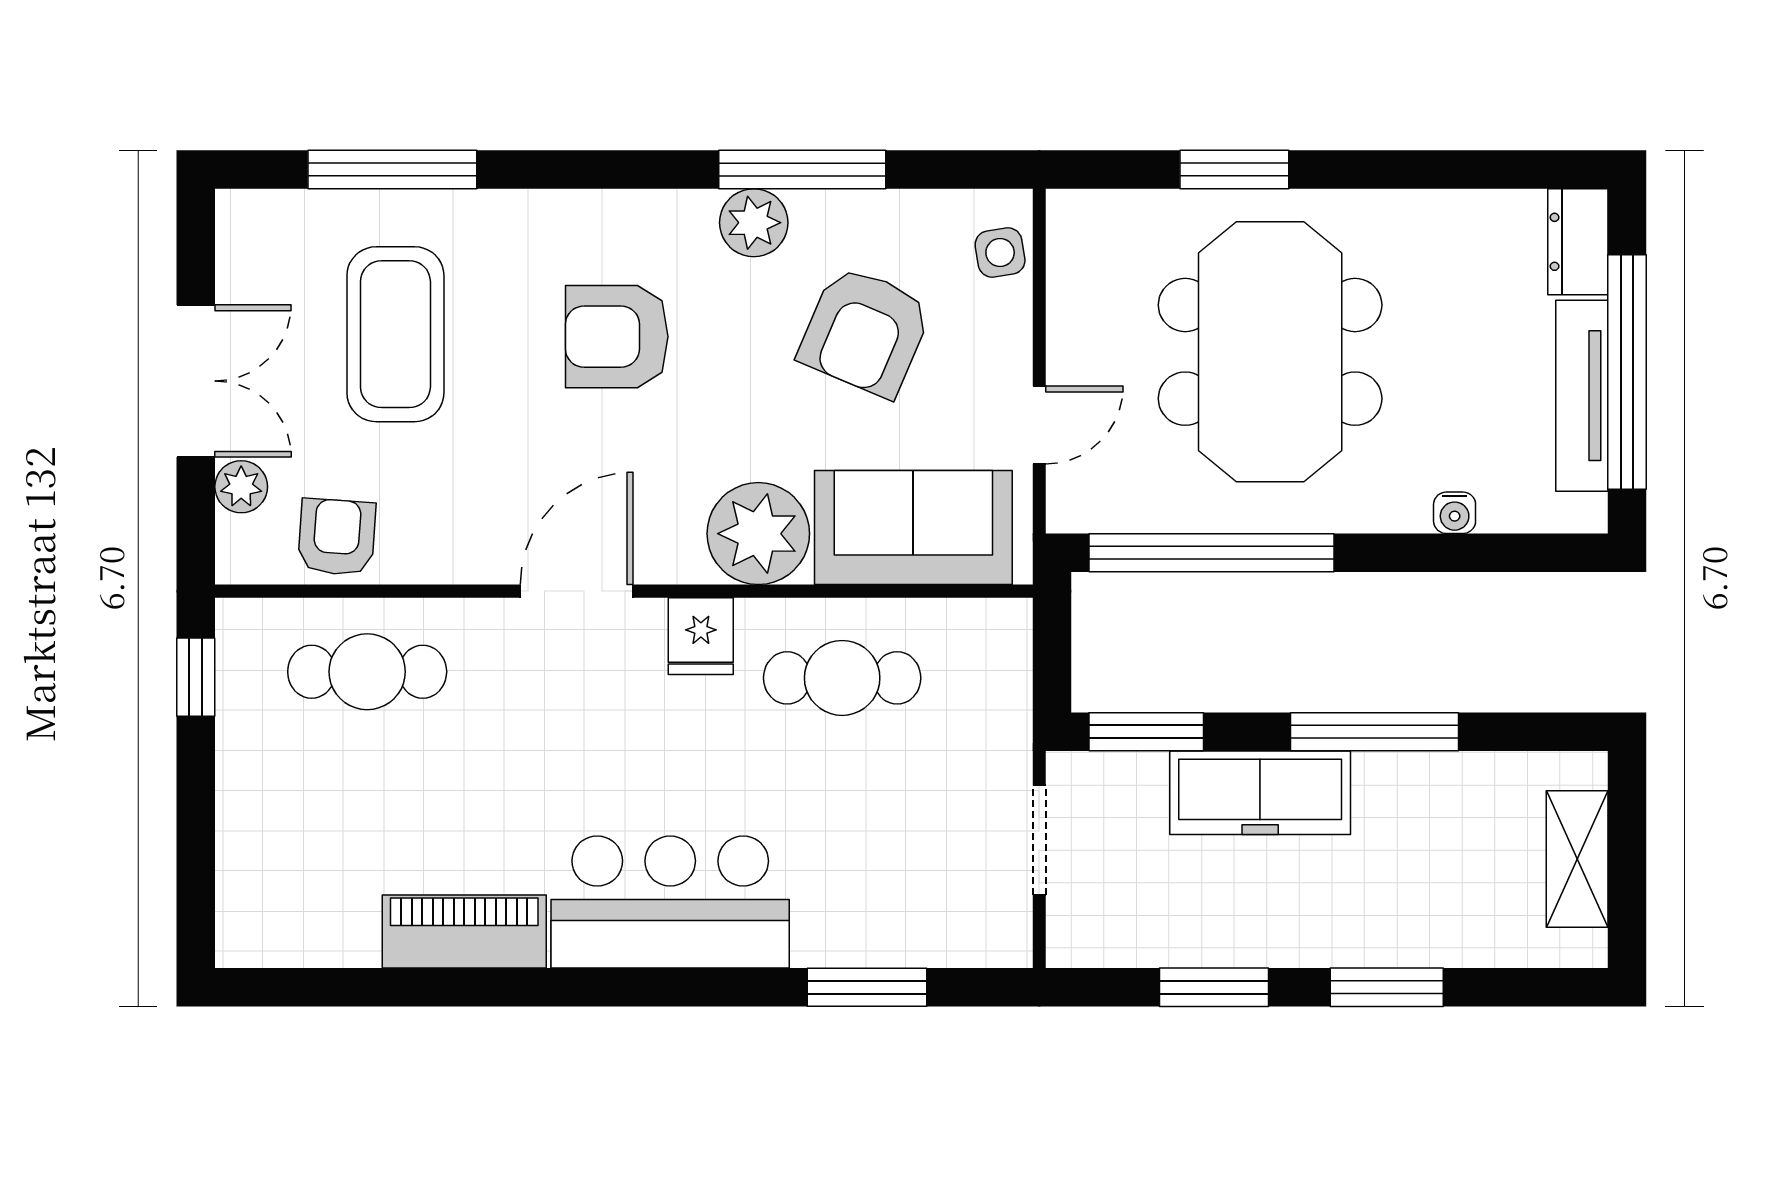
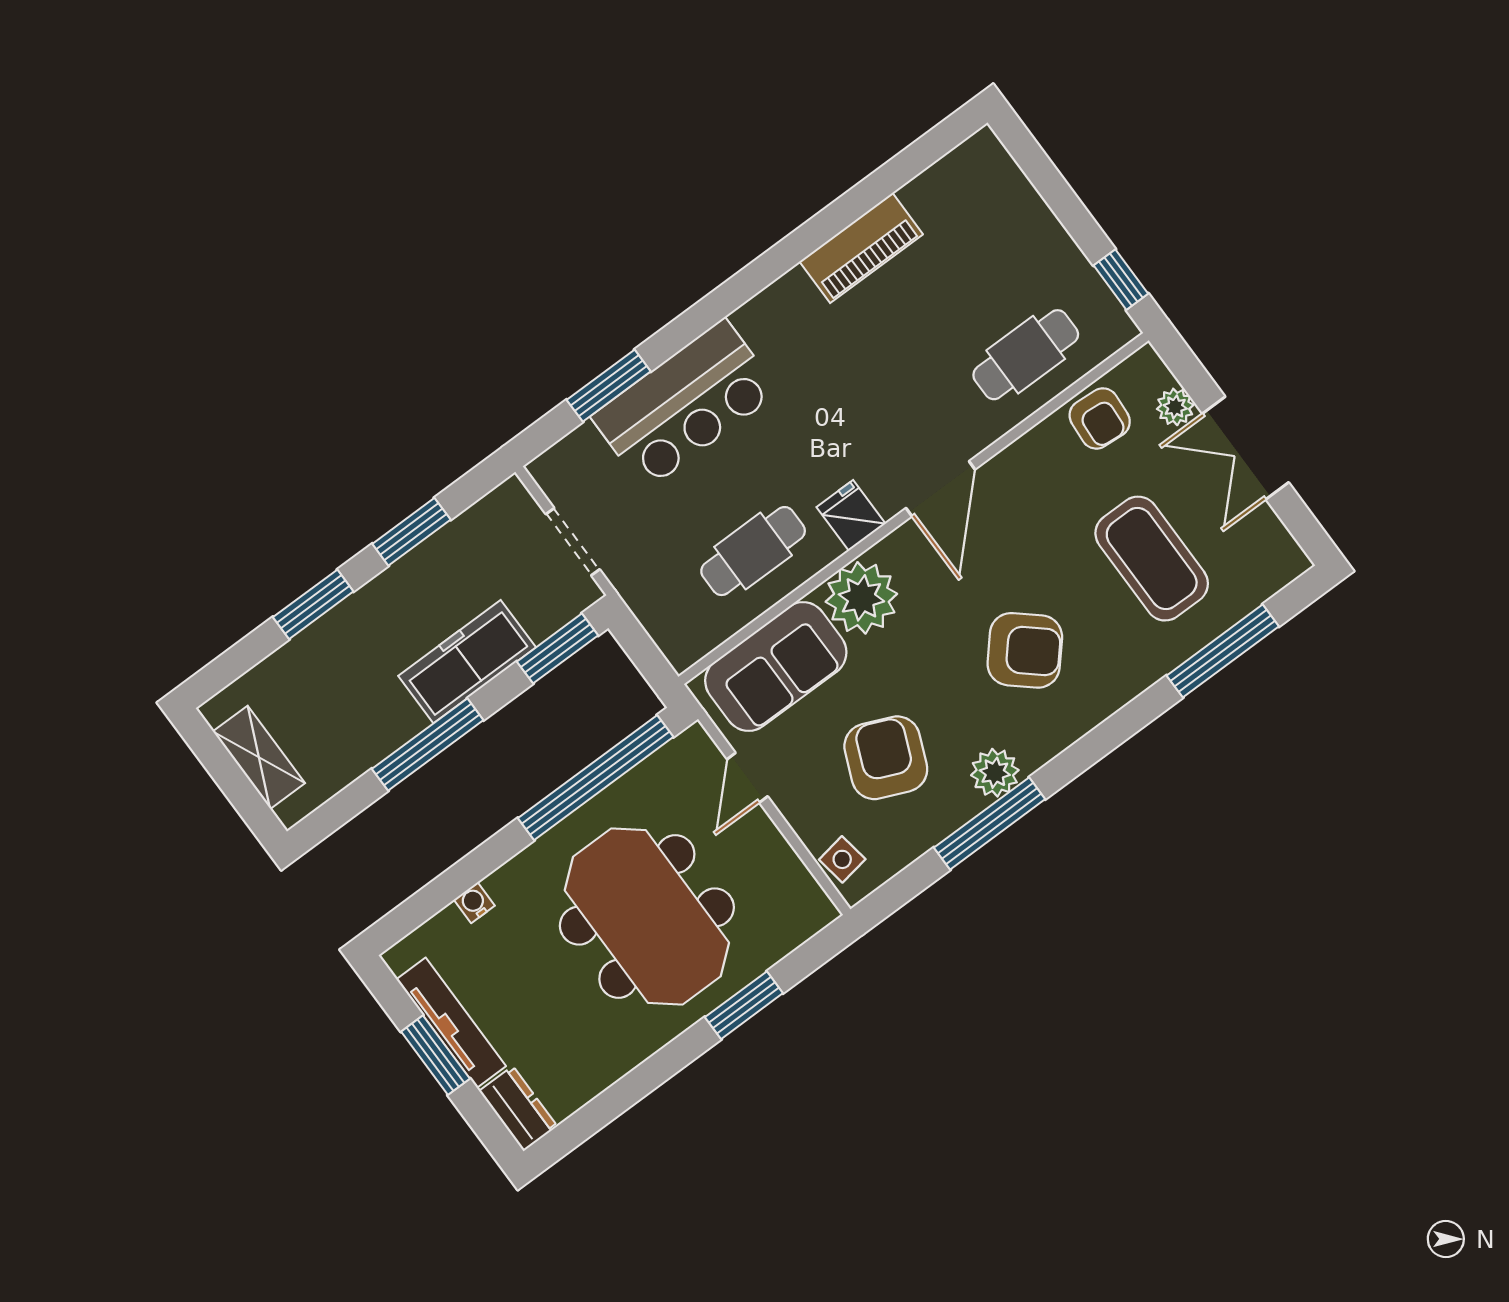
armchair: (617, 337) -> (1025, 650), turned 41
window: (1627, 372) -> (435, 1055), width x0.47
bar counter: (670, 902) -> (685, 404), moved

